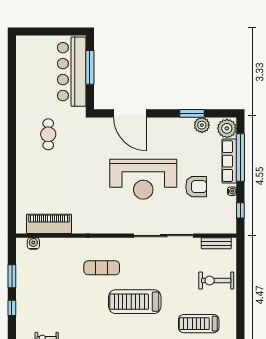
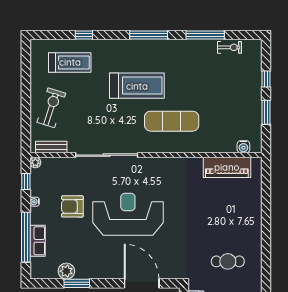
plant: (227, 128) -> (35, 162), moved, width x0.53, depth x0.53
cafe table: (48, 134) -> (228, 261), turned 90
row of seats: (229, 161) -> (38, 241), width x0.68
exercise mat: (102, 268) -> (172, 121), width x1.36, depth x1.45
exercise bike: (216, 280) -> (51, 108), turned -72

